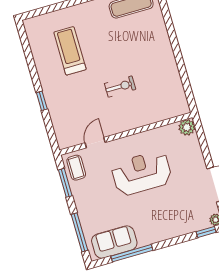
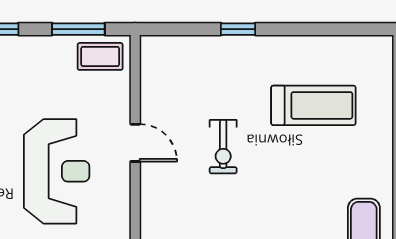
exercise bike: (120, 86) -> (223, 147), moved
door: (95, 143) -> (135, 143), moved

